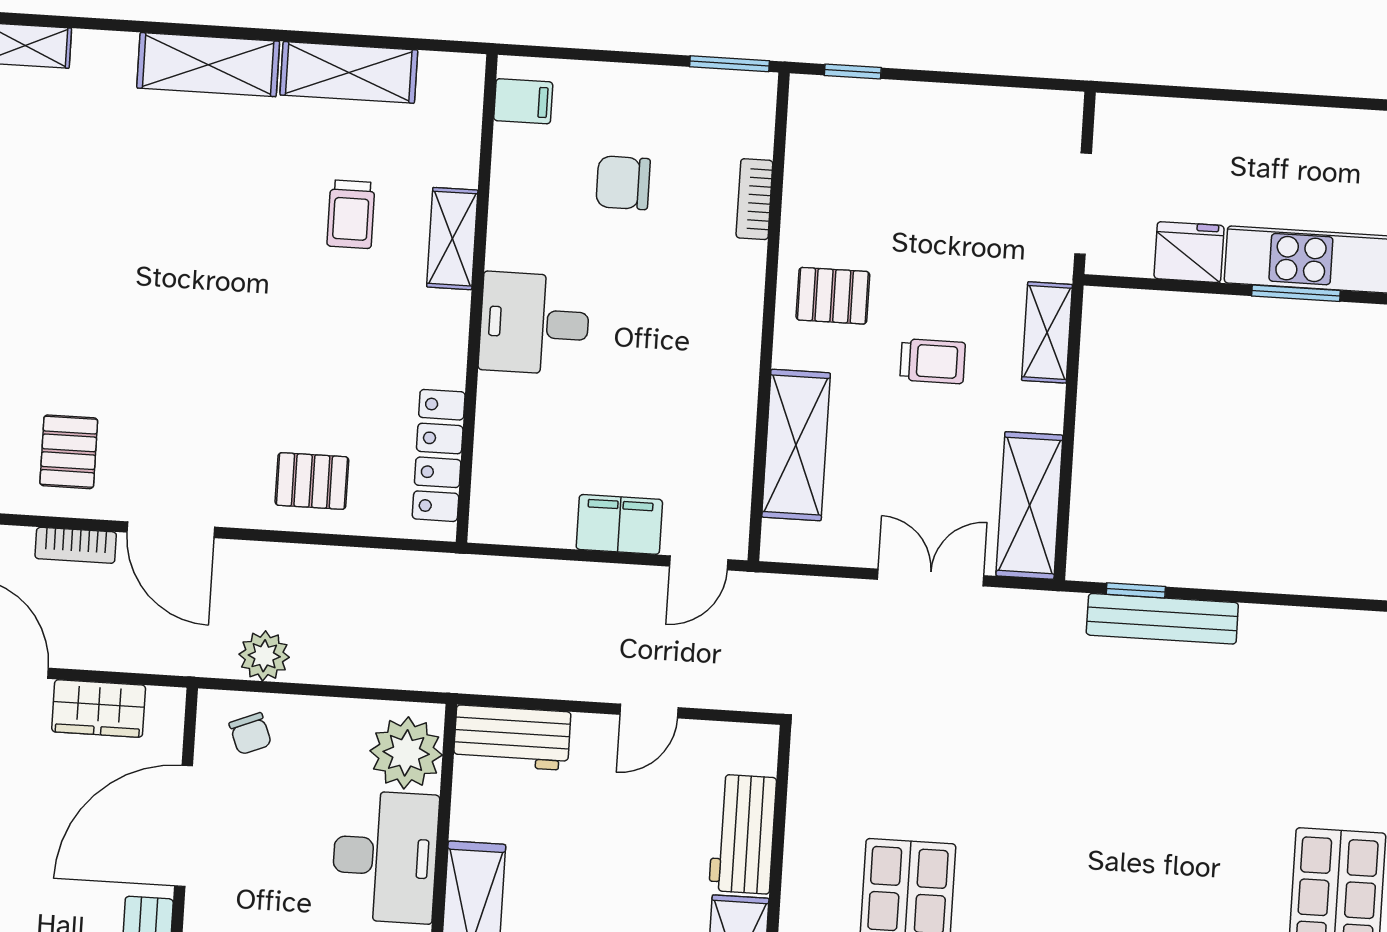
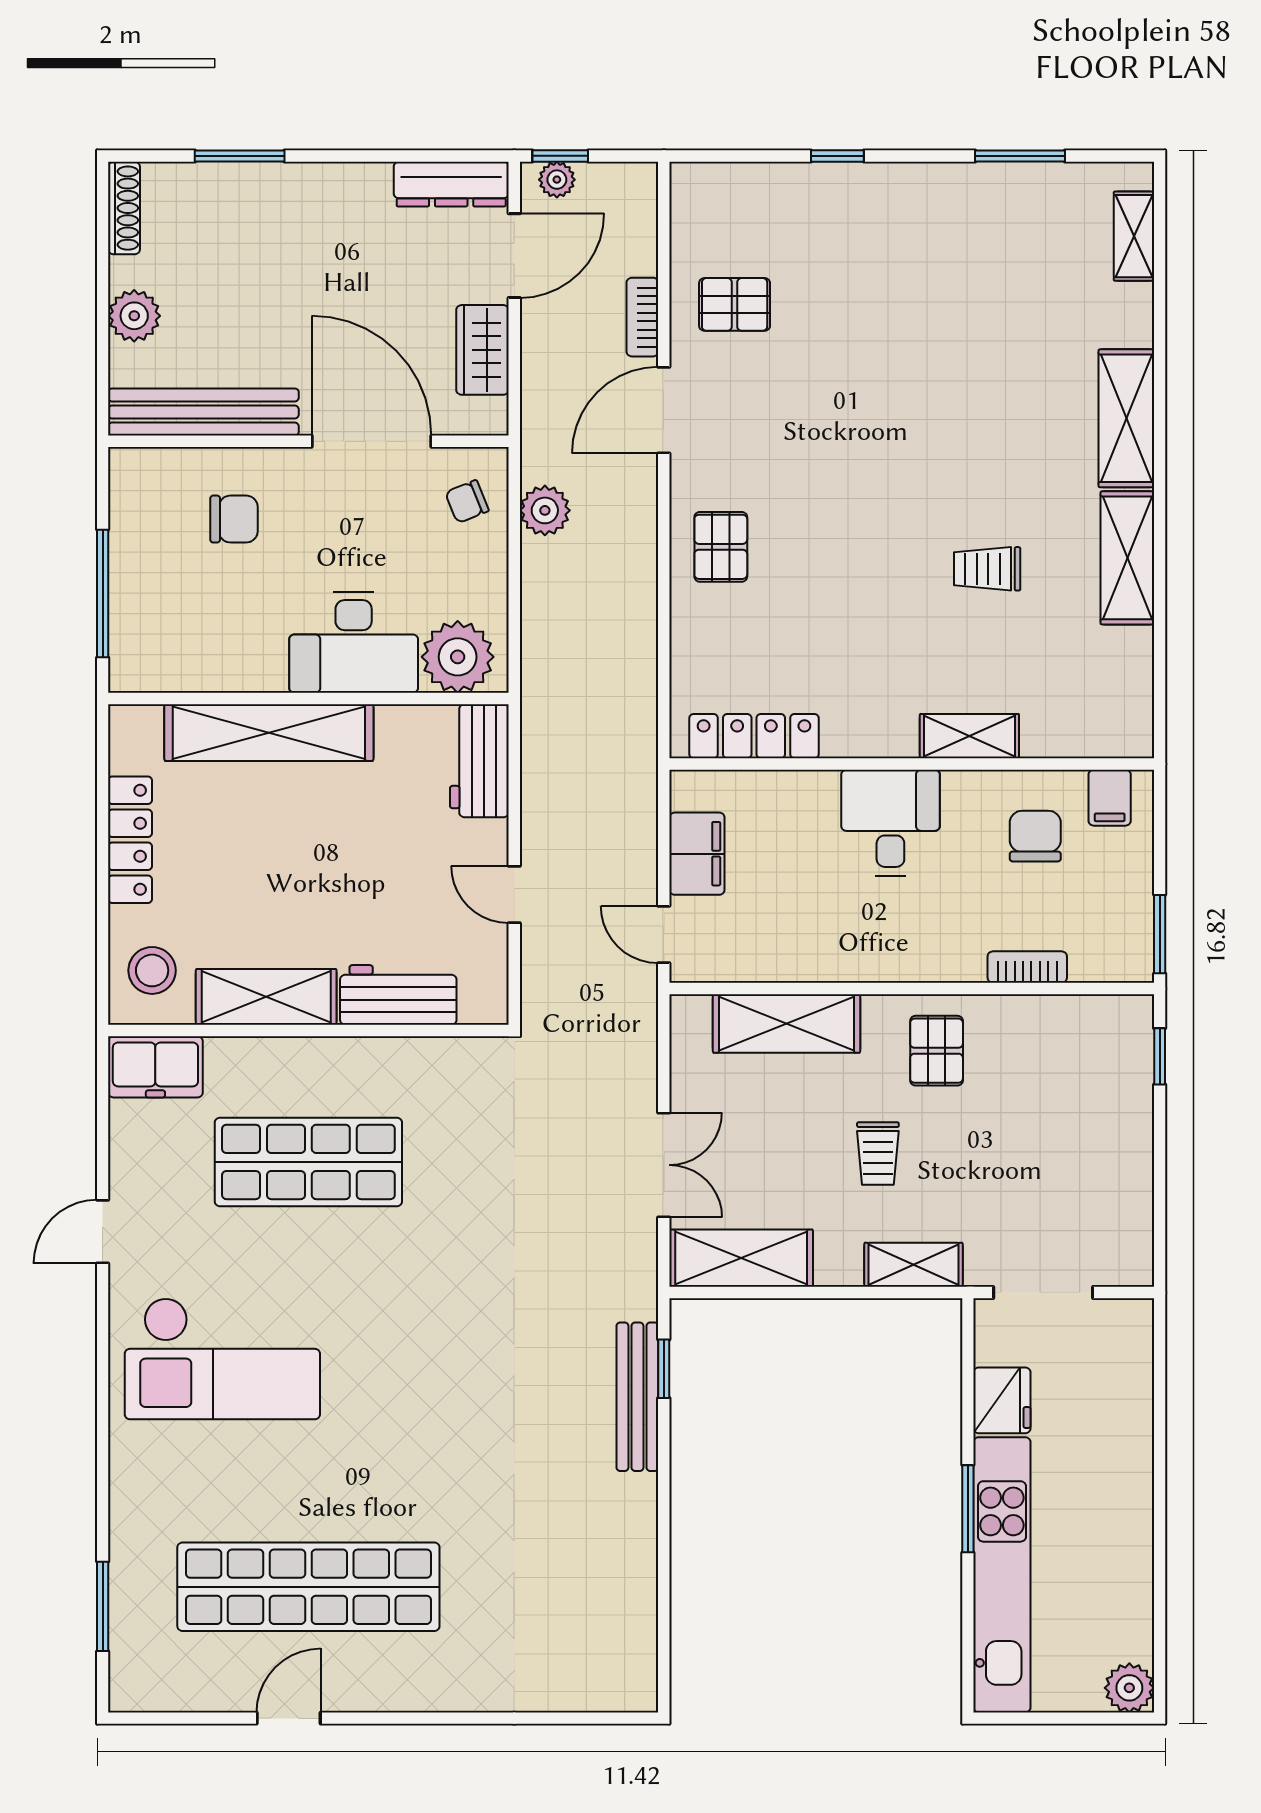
filing cabinet: (523, 101) -> (1110, 798), moved
shelving: (452, 239) -> (969, 736), moved
wall: (477, 298) -> (912, 764), moved
desk: (534, 323) -> (890, 823), moved
locker: (439, 455) -> (754, 736), moved

